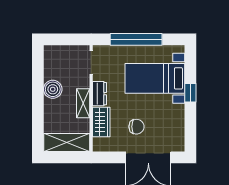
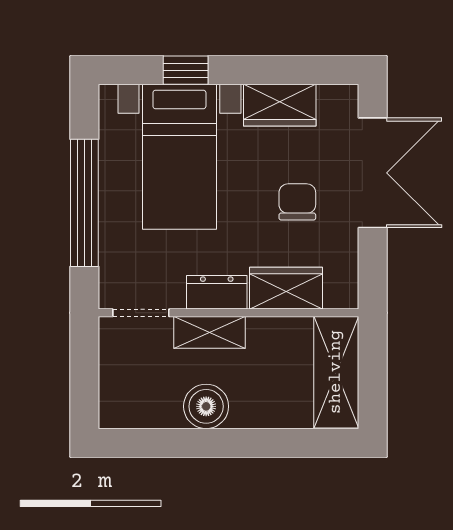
window: (190, 93) -> (186, 70), moved
shelving: (83, 103) -> (209, 332), moved
wardrobe: (176, 119) -> (280, 105), added

